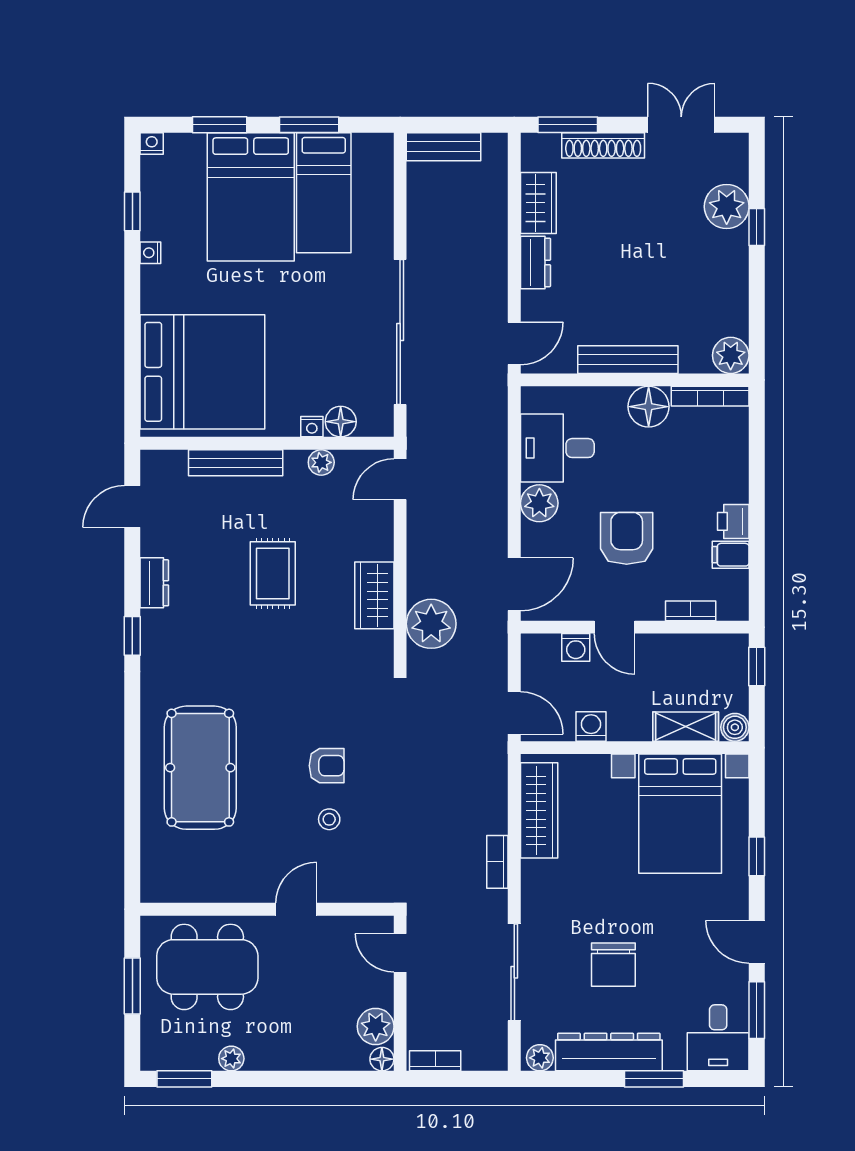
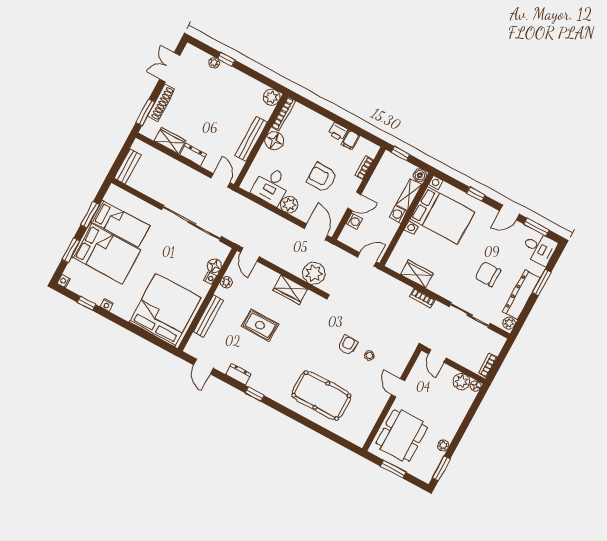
plant: (727, 207) -> (214, 63), width x0.53, depth x0.53
washing machine: (591, 726) -> (398, 214), moved
wardrobe: (539, 810) -> (417, 274), width x0.67
door: (400, 953) -> (437, 356), hinge flipped
chair: (613, 965) -> (488, 274), turned 180

